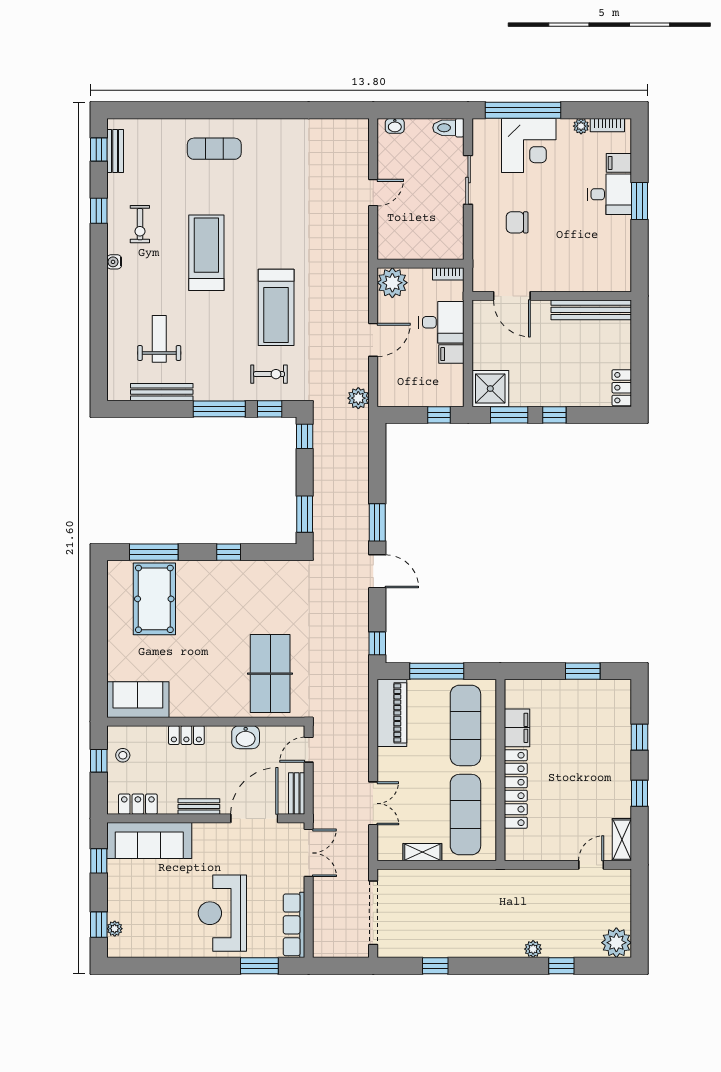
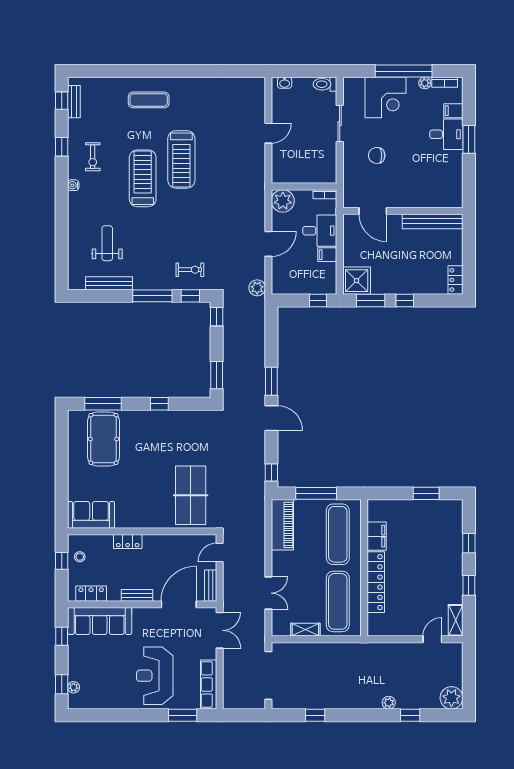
window: (523, 110) -> (404, 71), moved
treadmill: (276, 307) -> (181, 159), moved
washbasin: (246, 737) -> (172, 543), removed

